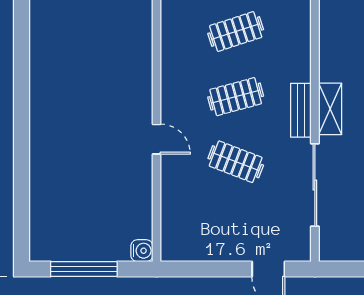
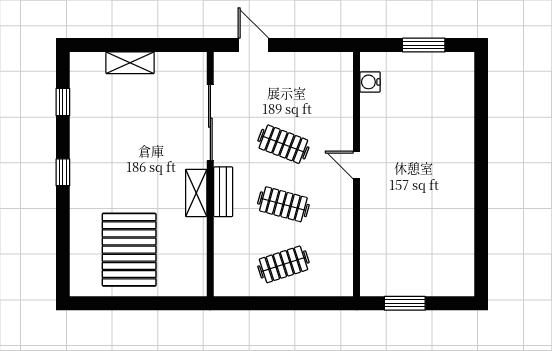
clothes rail: (236, 97) -> (283, 204), turned 30
water cooler: (142, 251) -> (370, 82), moved
window: (84, 269) -> (424, 45), width x0.69

